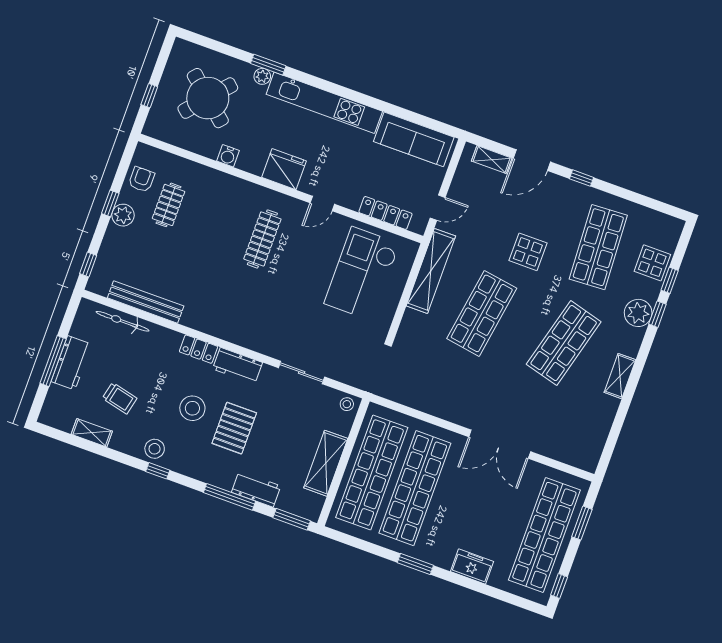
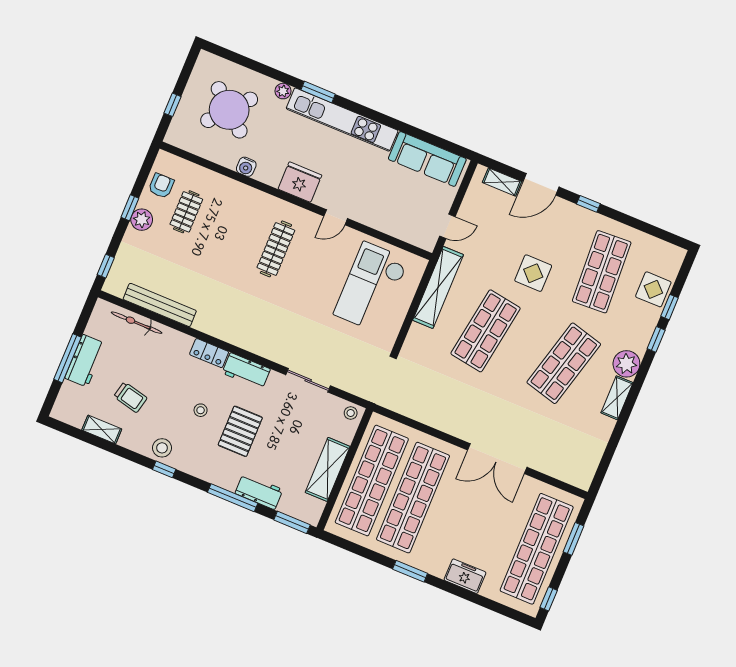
window: (268, 65) -> (318, 92), moved
locker: (385, 213) -> (397, 229), removed
plant: (638, 313) -> (626, 364), moved
stool: (192, 408) -> (201, 410), width x0.53, depth x0.53

